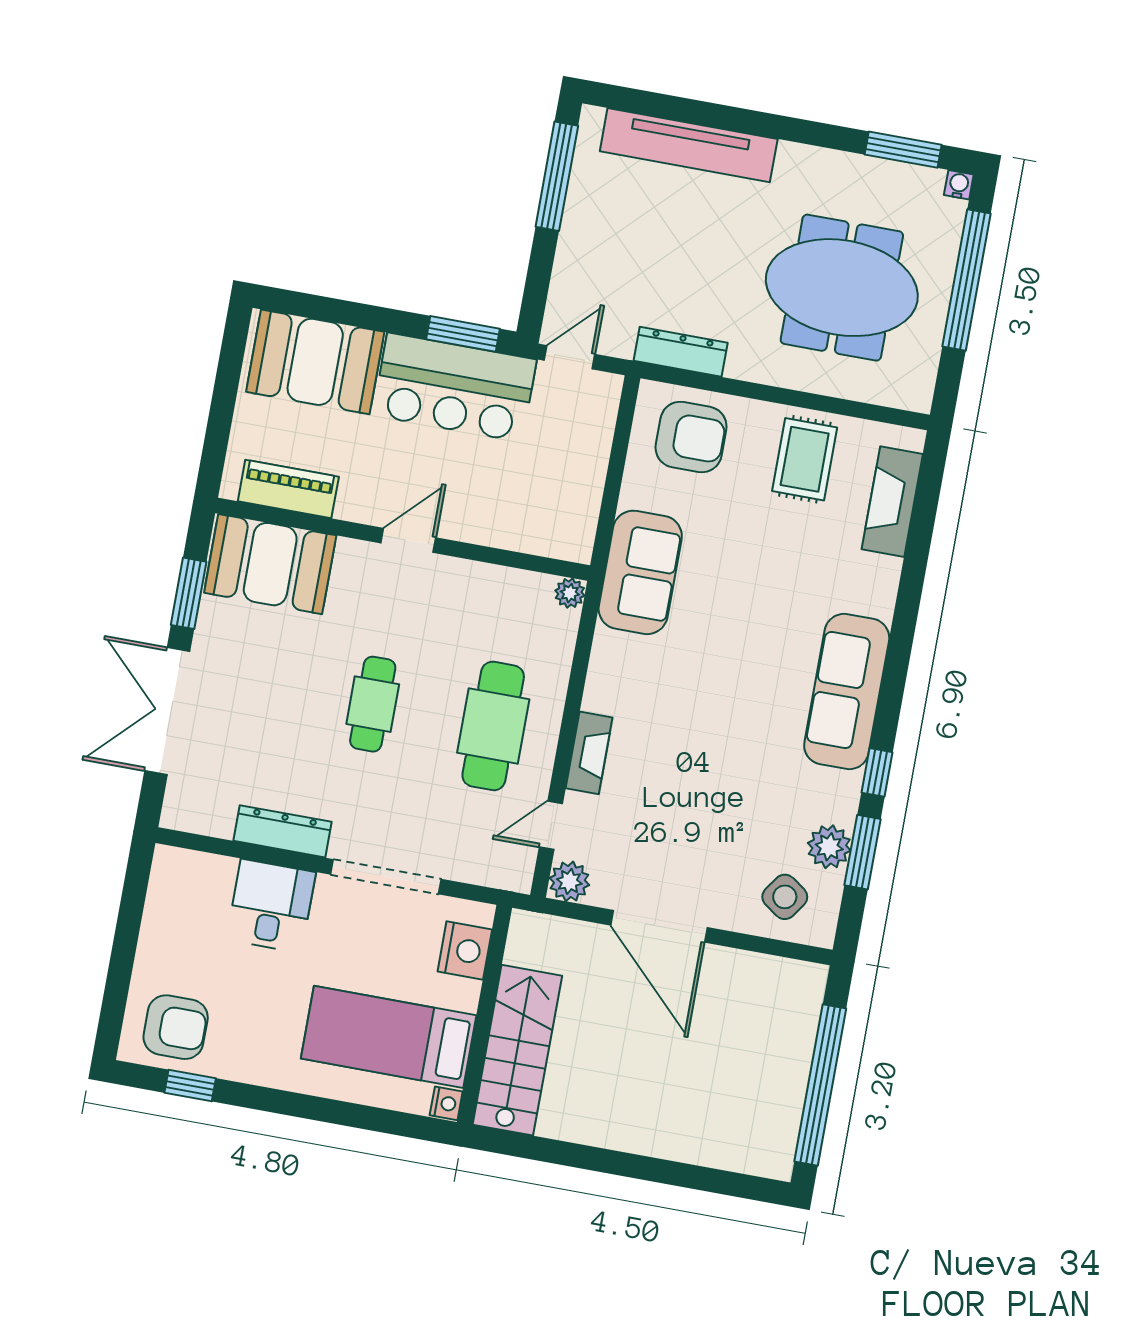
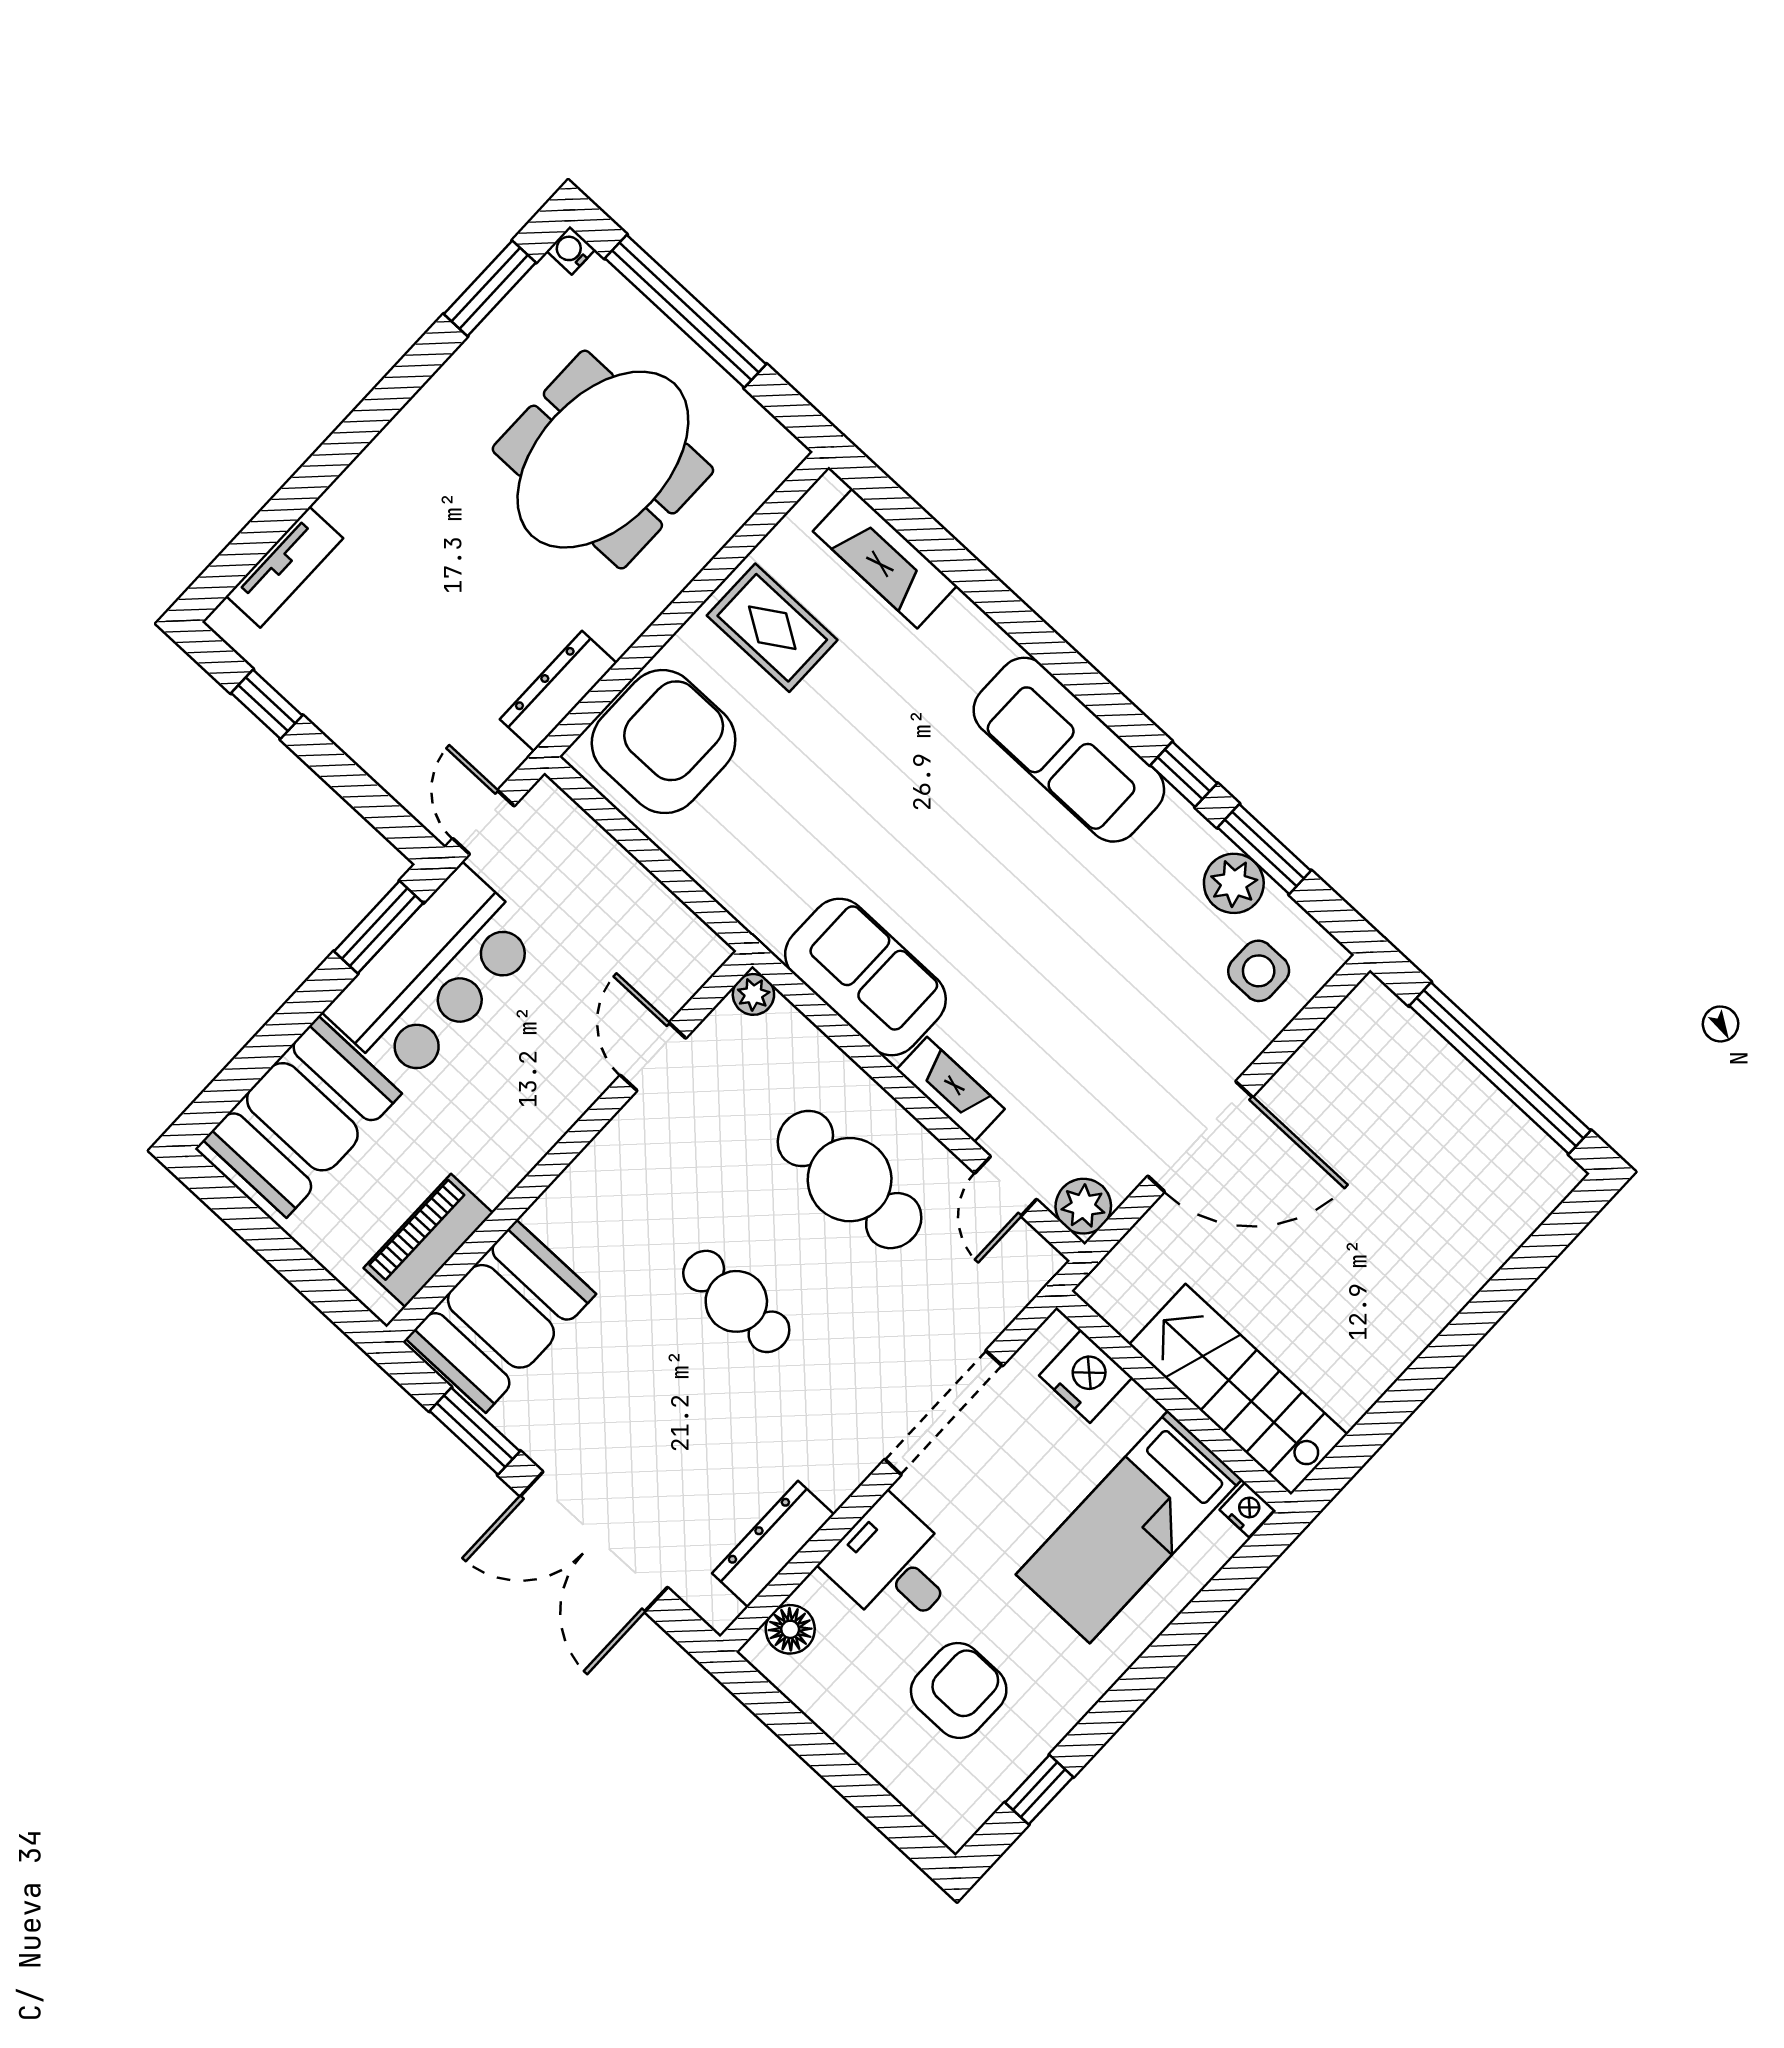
tv unit: (689, 145) -> (285, 567), width x0.52, depth x0.78
window: (557, 176) -> (267, 704), width x0.46
armchair: (691, 437) -> (664, 742), width x1.36, depth x1.36
door: (408, 540) -> (653, 1057), moved
sofa: (640, 572) -> (865, 977), moved
dresser: (282, 831) -> (773, 1544), moved
floor lamp: (191, 868) -> (790, 1629), added
side table: (785, 897) -> (1259, 971), turned -35
armchair: (176, 1027) -> (959, 1690), moved

